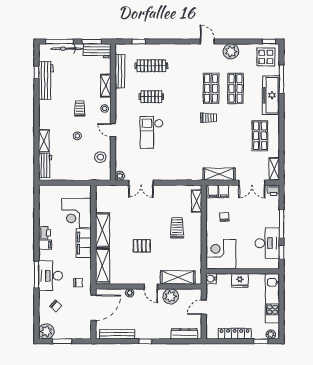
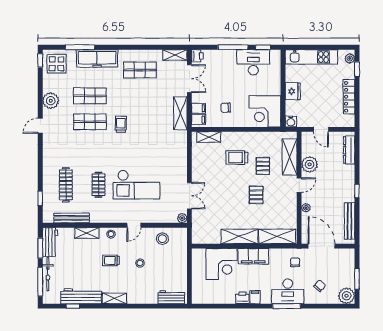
checkout: (152, 133) -> (136, 185), width x1.36, depth x1.21
shelving: (44, 141) -> (114, 298), moved
pallet: (169, 252) -> (263, 166), added

